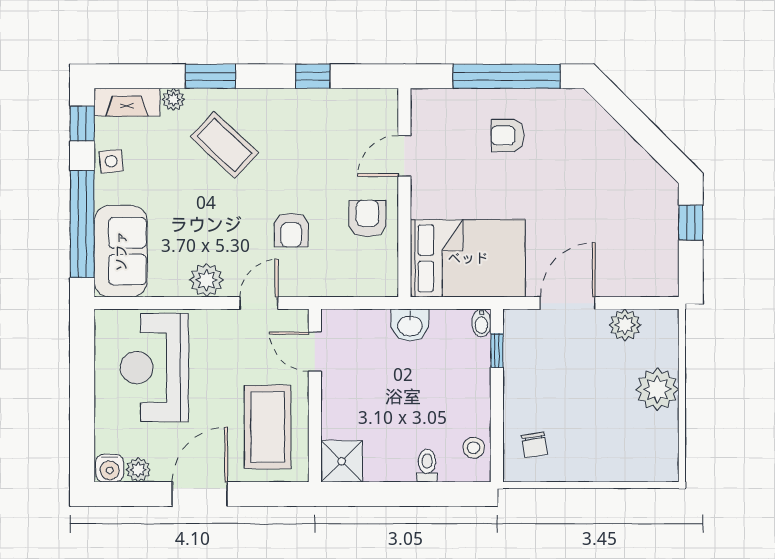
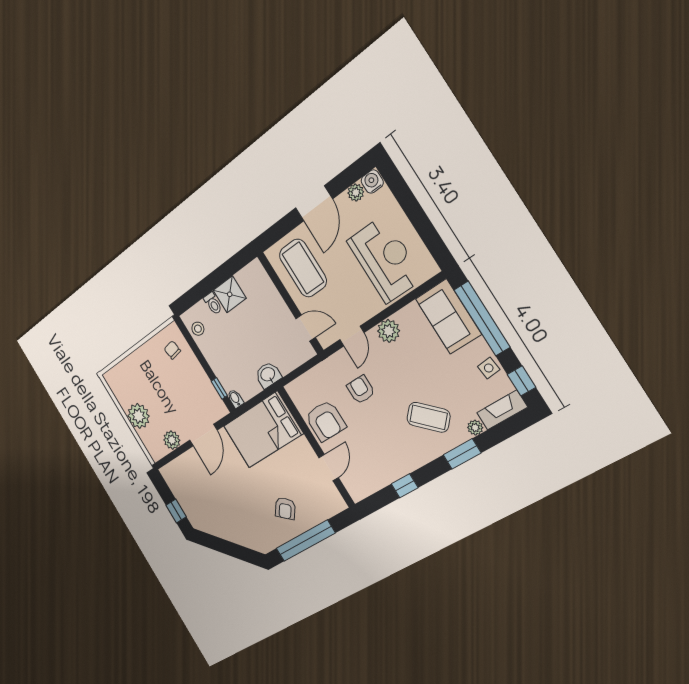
armchair: (508, 135) -> (285, 508), turned 128
armchair: (367, 219) -> (325, 421), width x1.38, depth x1.38
shower: (342, 461) -> (230, 294), moved

